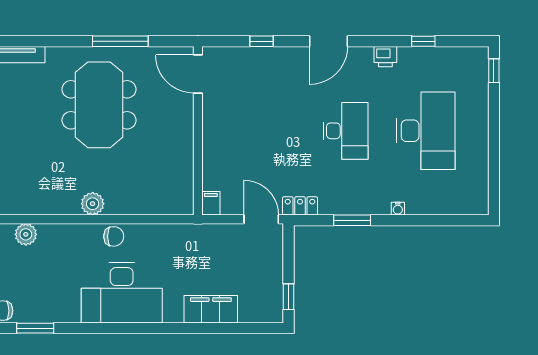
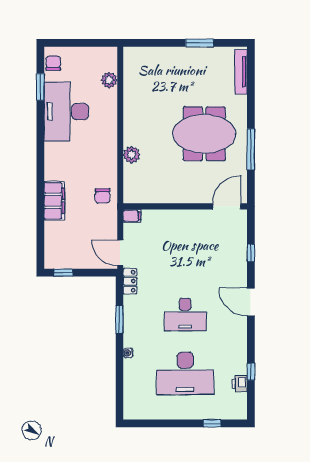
printer: (385, 57) -> (240, 384), moved
window: (494, 71) -> (212, 423), moved
plant: (93, 204) -> (132, 155), moved
door: (261, 219) -> (120, 253), swing flipped
chair: (114, 236) -> (102, 196), moved
desk: (122, 293) -> (66, 112), moved
filing cabinet: (211, 309) -> (54, 201), moved

